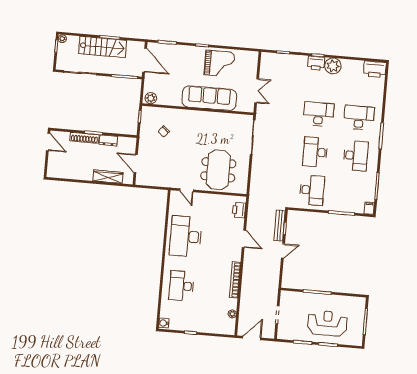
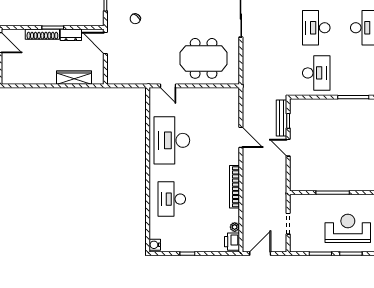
door: (136, 163) -> (105, 43), moved
meeting table: (218, 170) -> (204, 58), turned 90
printer: (239, 210) -> (232, 242), moved
door: (283, 251) -> (288, 148), swing flipped

